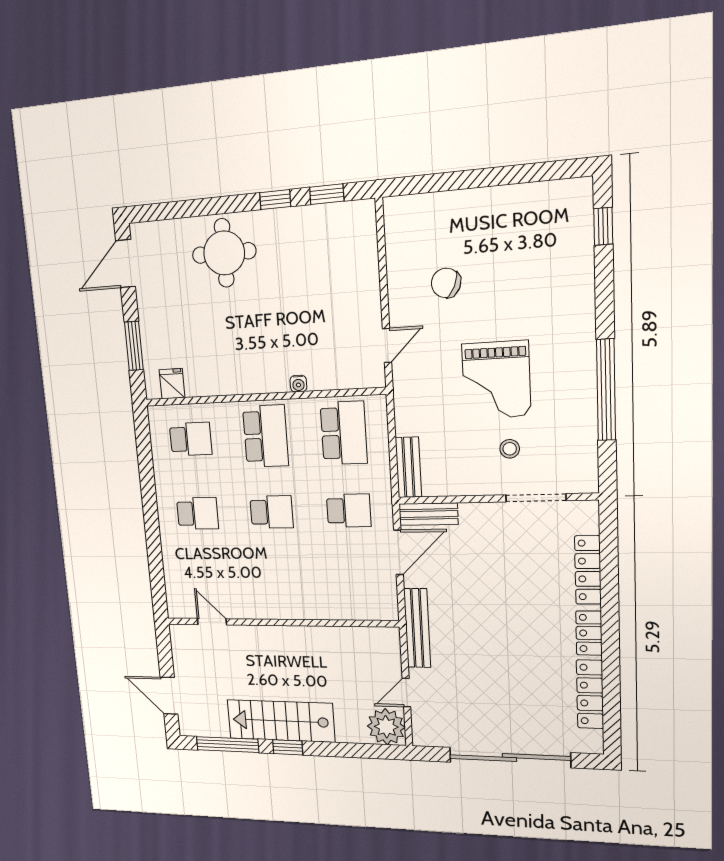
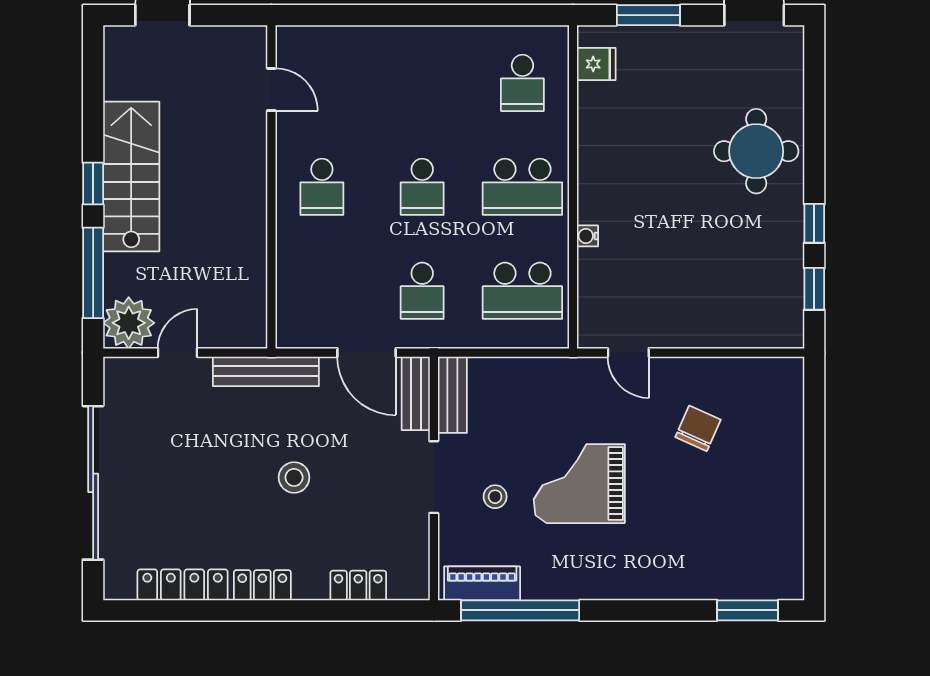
window: (603, 226) -> (748, 610), width x1.50
window: (606, 390) -> (520, 610), moved
piano: (584, 457) -> (482, 583), added
bench: (408, 467) -> (452, 395), moved, turned 90
doorway: (536, 498) -> (434, 477), moved
school desk: (197, 513) -> (322, 187), moved
locker: (588, 570) -> (358, 586), width x0.66
stool: (500, 608) -> (294, 477), added
door: (212, 622) -> (271, 90), hinge flipped
door: (406, 693) -> (177, 353), hinge flipped
window: (227, 745) -> (93, 273), moved

